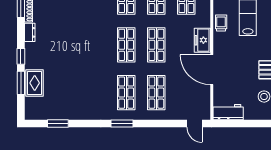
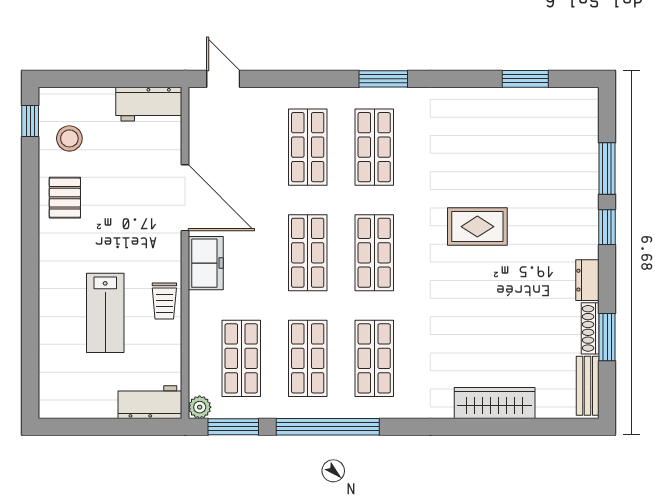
rug: (35, 83) -> (477, 227), moved, turned 90

